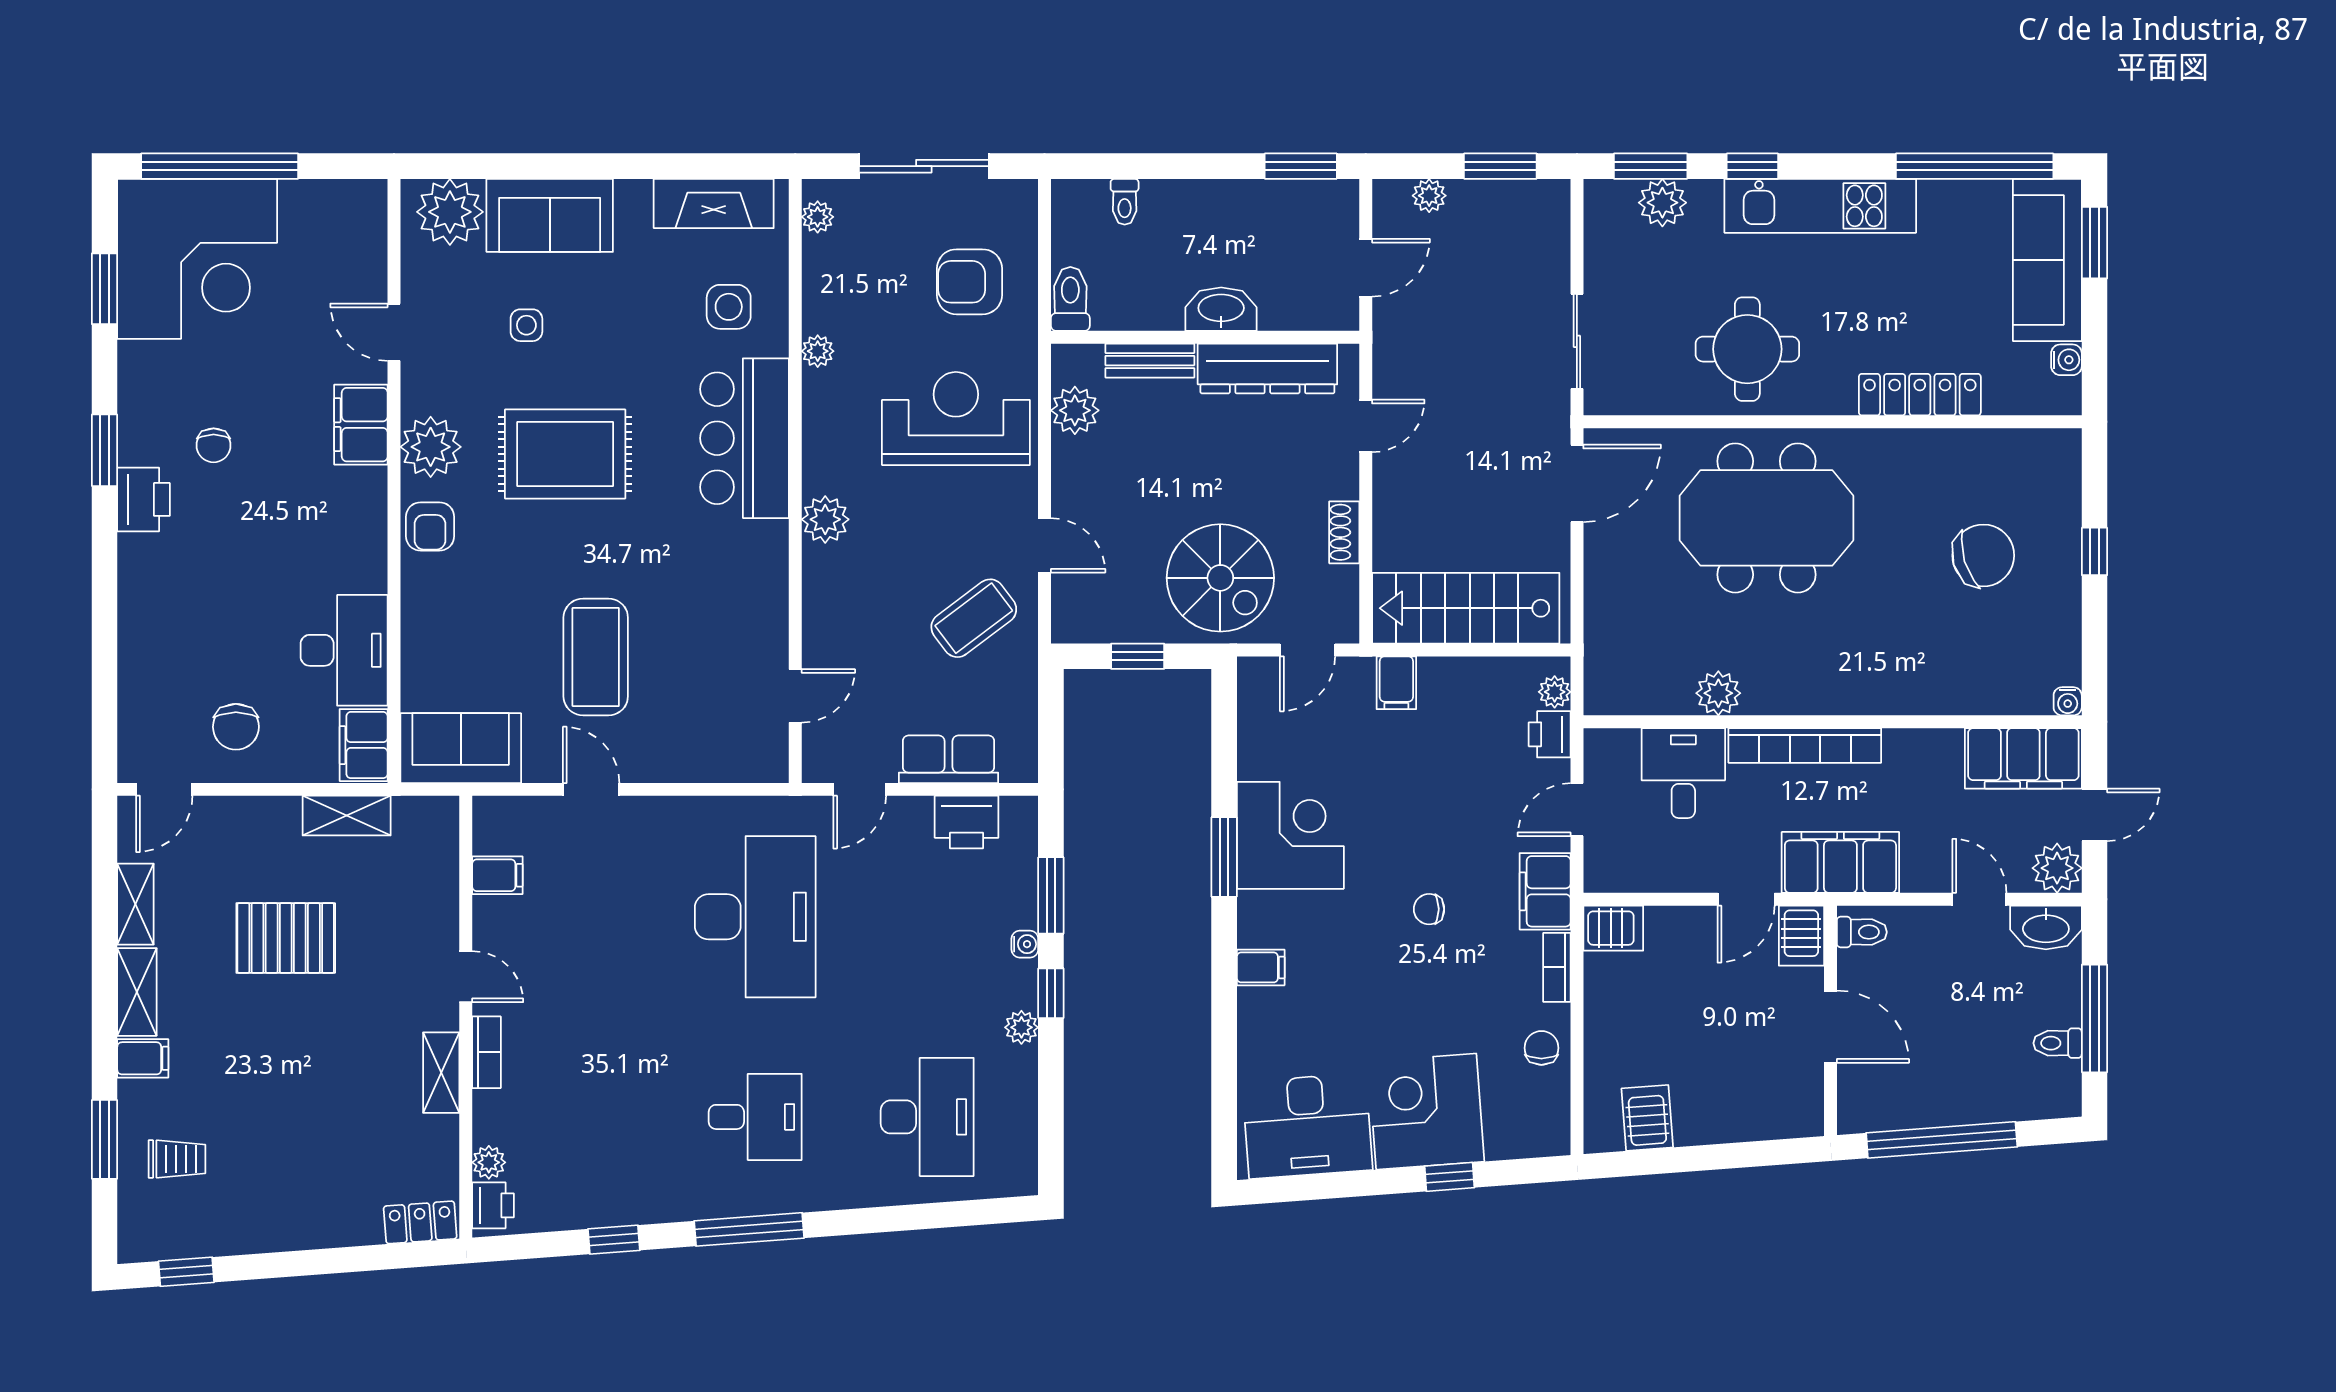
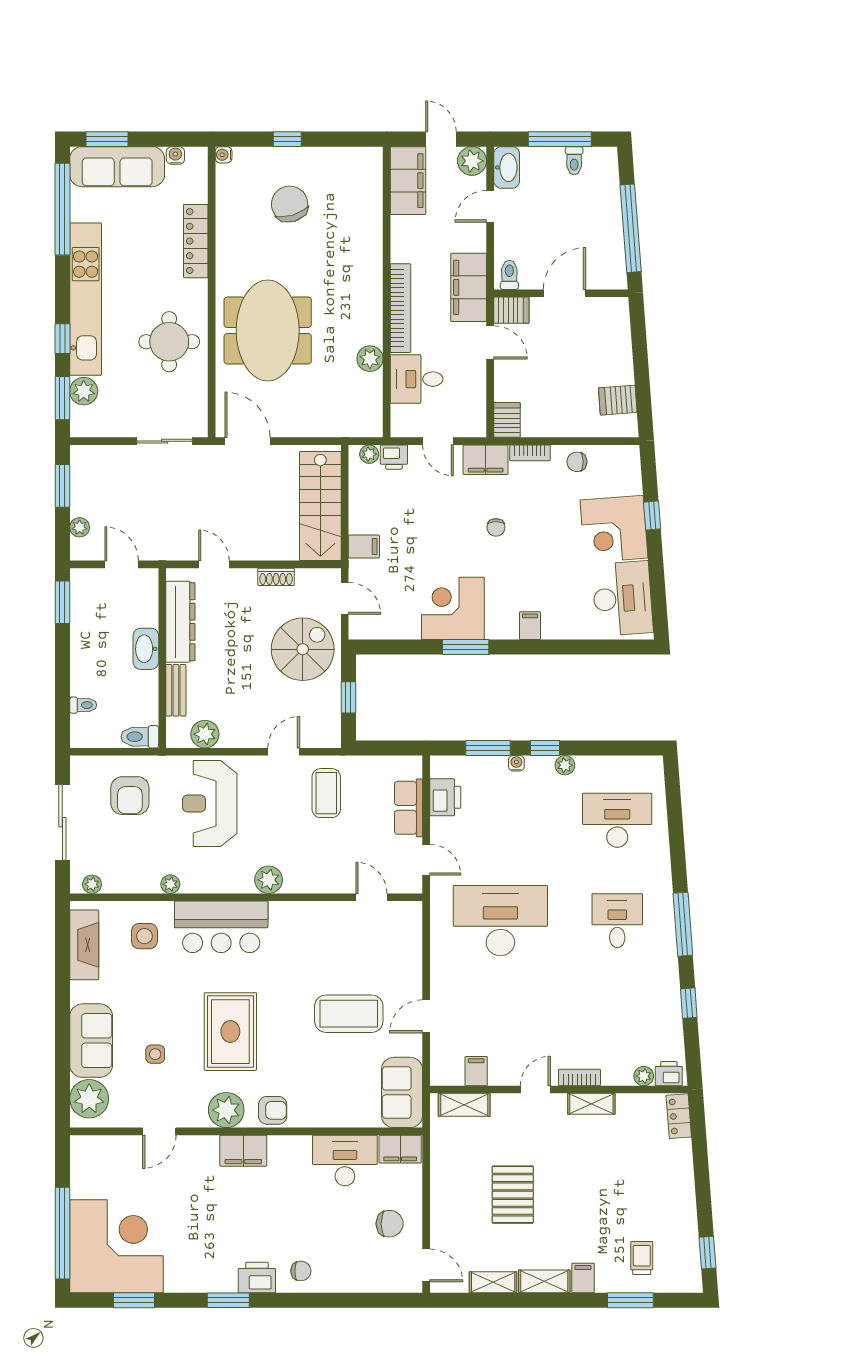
kitchen unit: (1820, 206) -> (86, 299), width x1.36
filing cabinet: (361, 425) -> (243, 1151), moved
chair: (214, 445) -> (301, 1271), moved
coffee table: (974, 618) -> (326, 793), turned 37
water cooler: (2068, 701) -> (224, 155), moved, turned 180
shelving: (347, 816) -> (464, 1105), moved, turned 90

